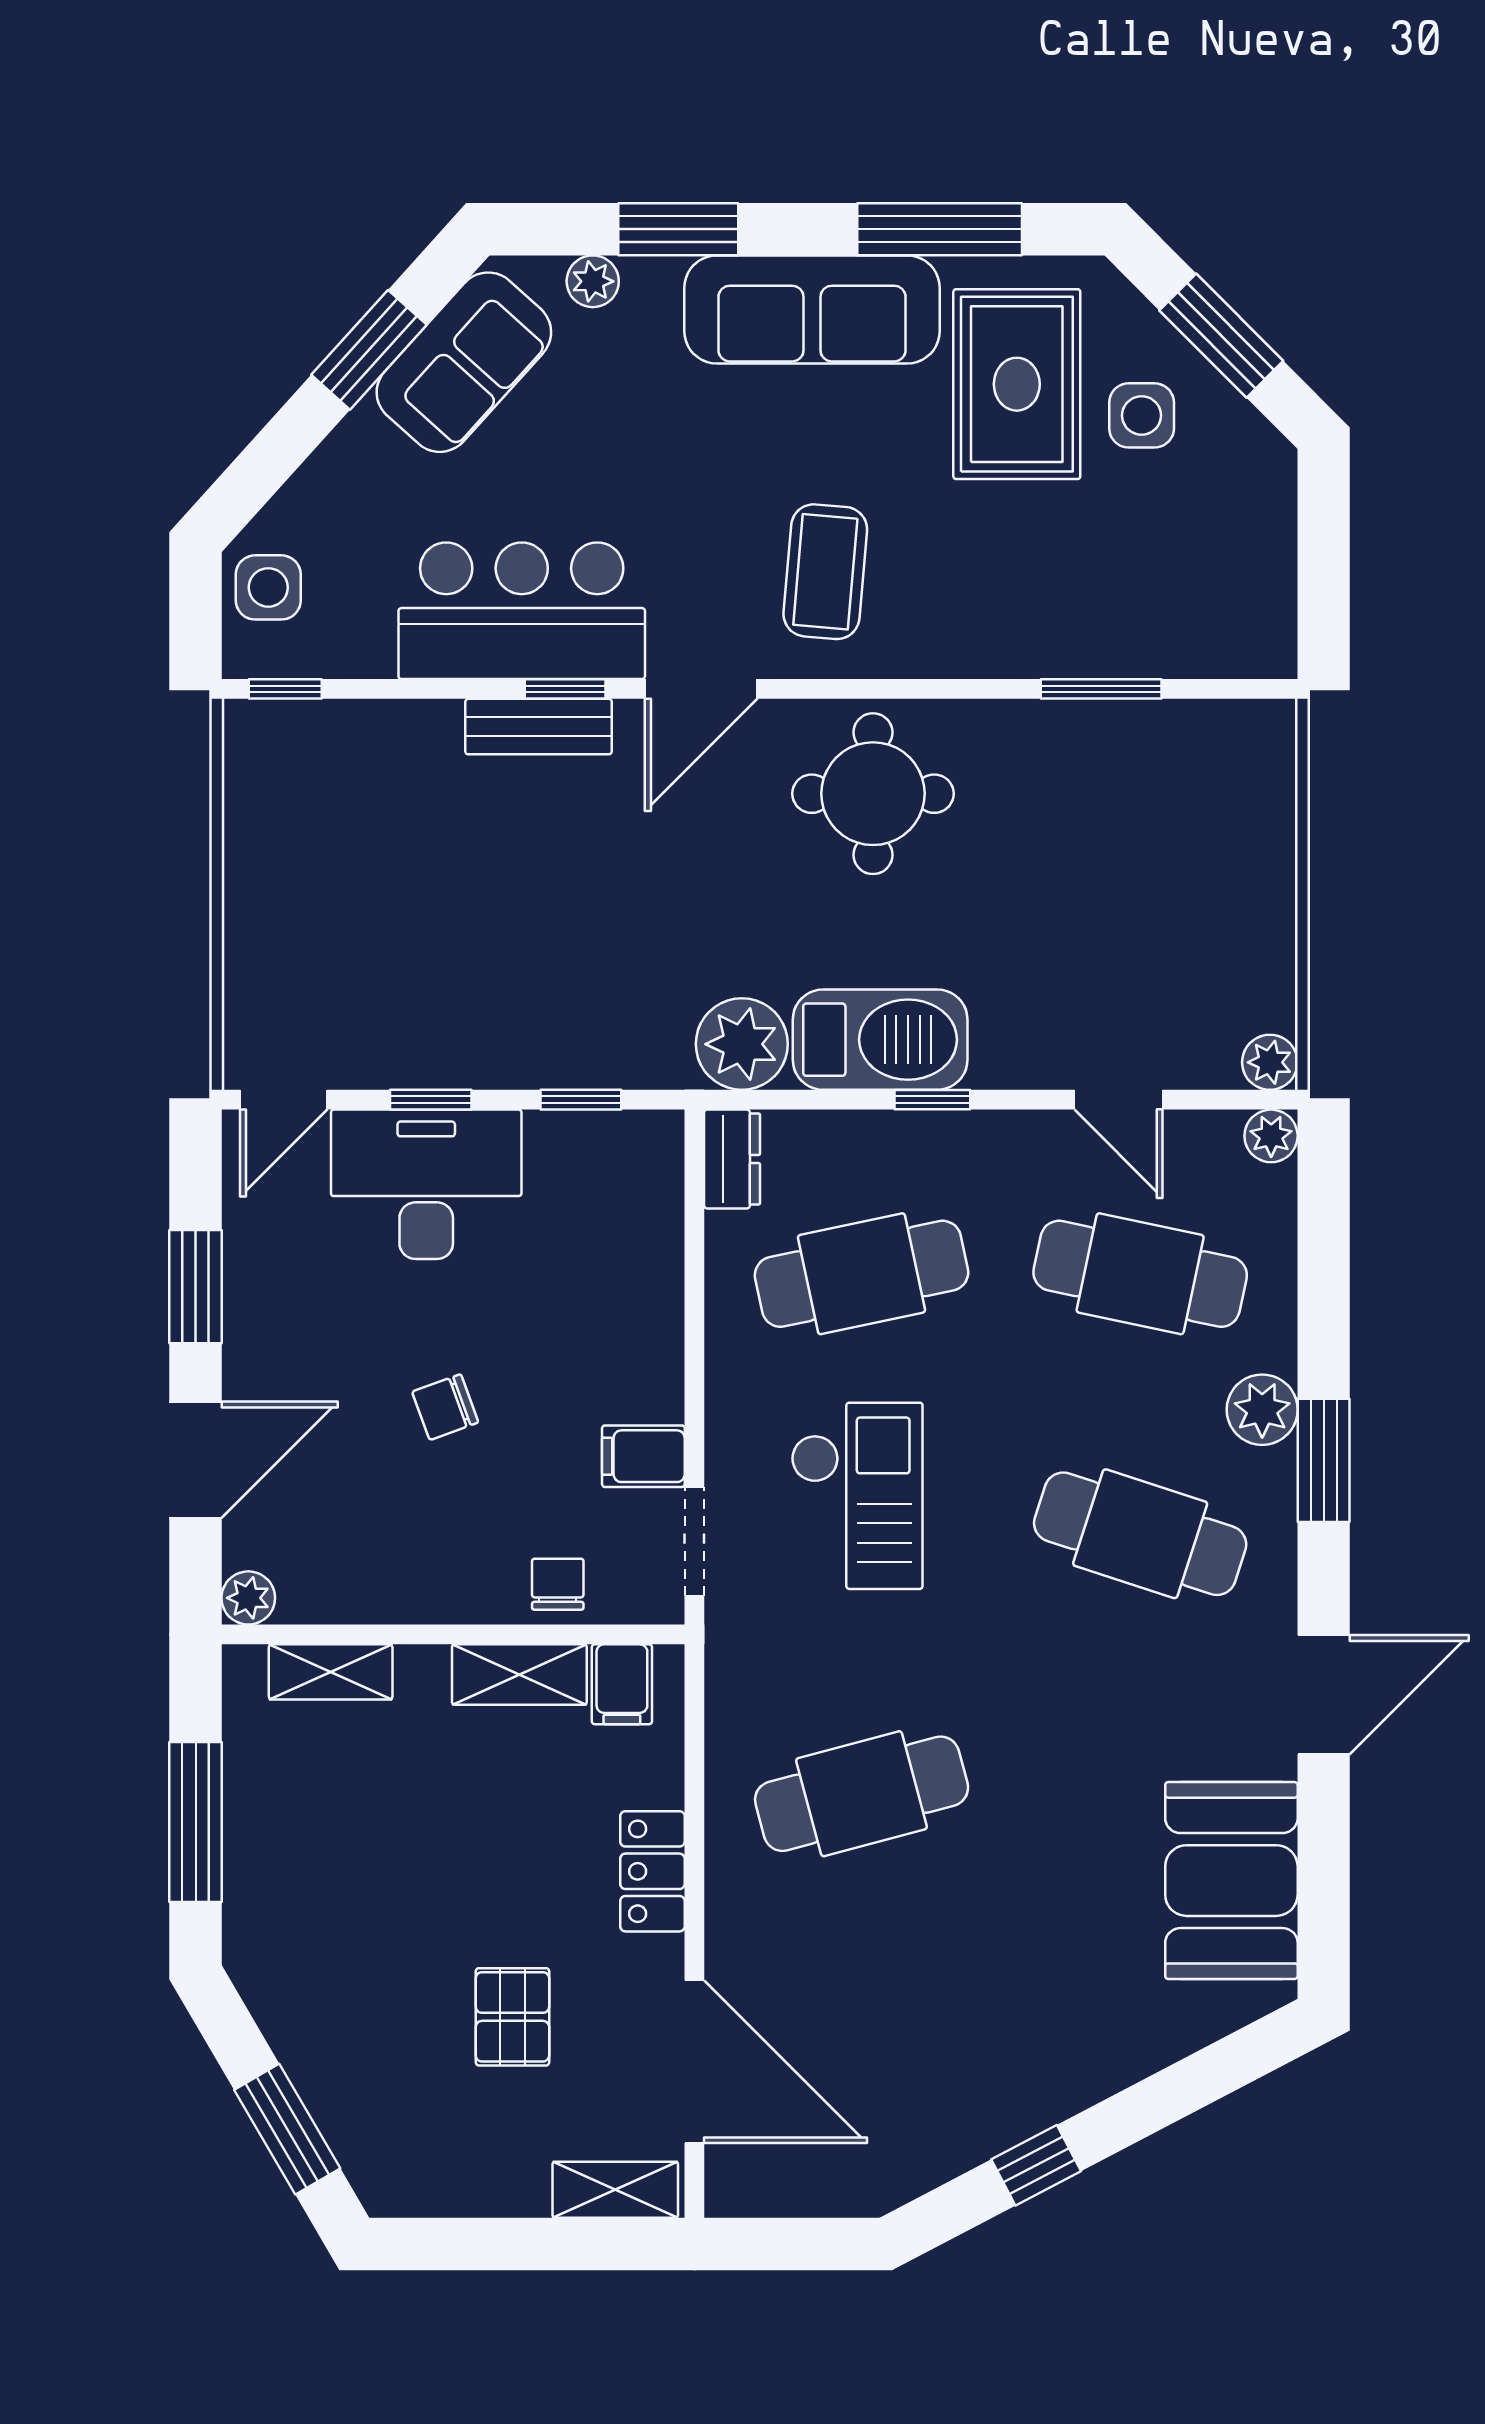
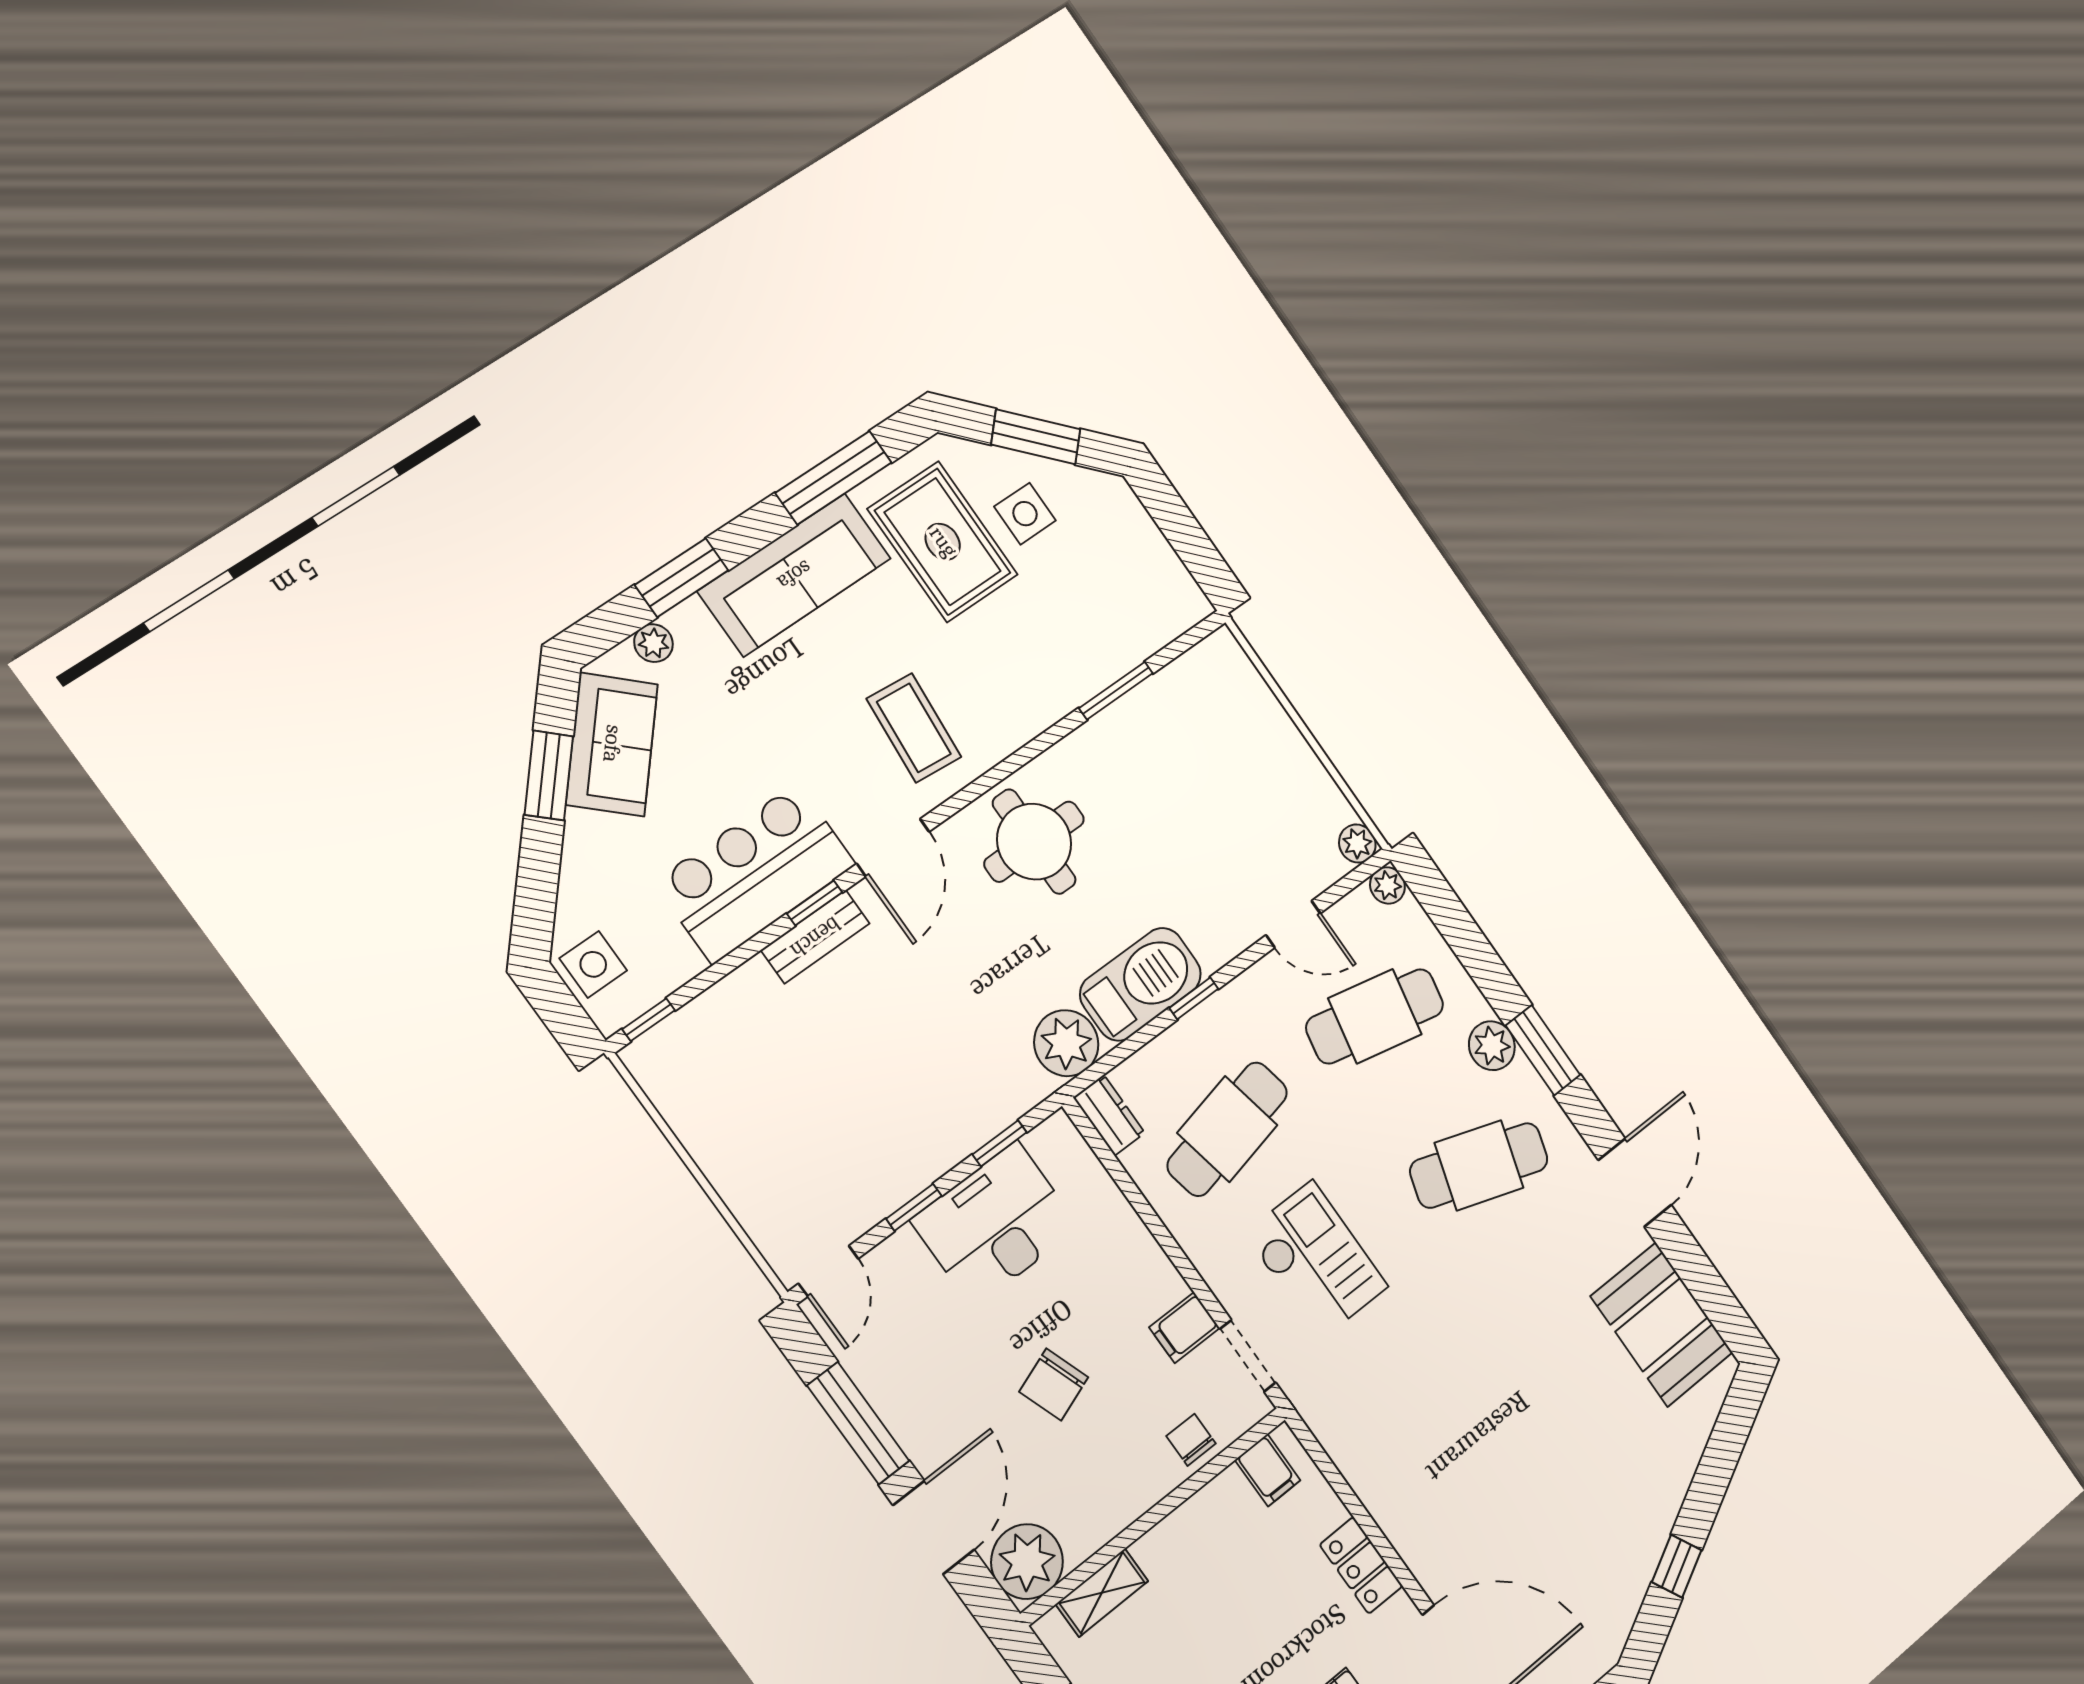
desk: (426, 1184) -> (995, 1224), moved
window: (196, 1287) -> (858, 1423), width x1.44
chair: (445, 1407) -> (1054, 1385), width x1.37, depth x1.37
plant: (248, 1598) -> (1027, 1562), width x1.87, depth x1.87
shelving: (519, 1674) -> (1208, 1510), removed
cafe table: (862, 1794) -> (1440, 1430), removed

